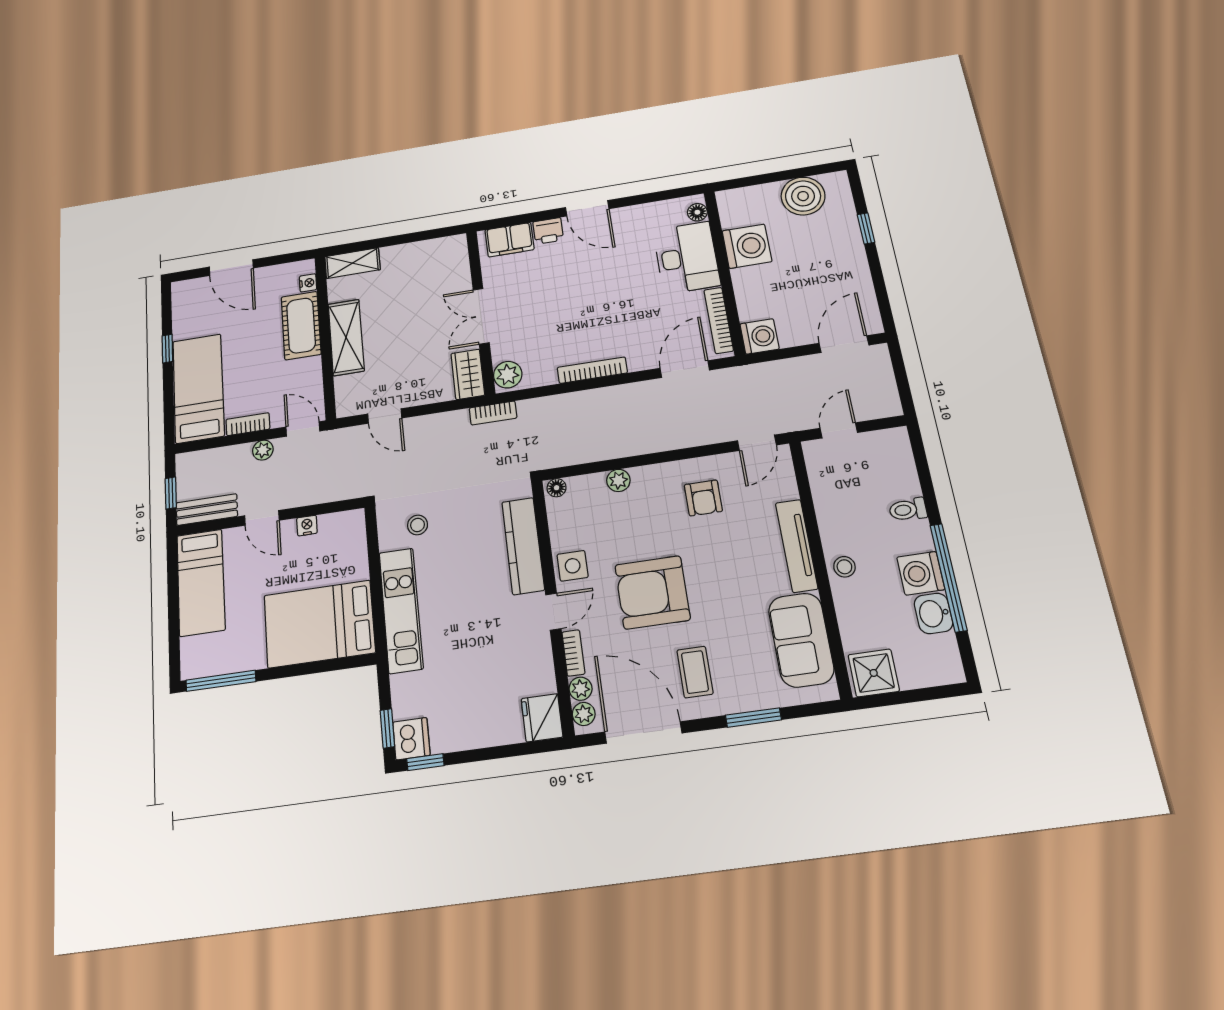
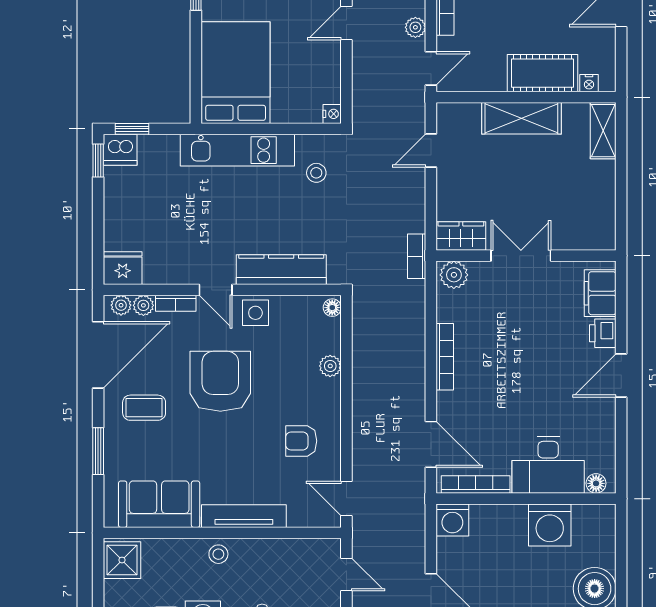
nightstand: (307, 526) -> (332, 114), moved

